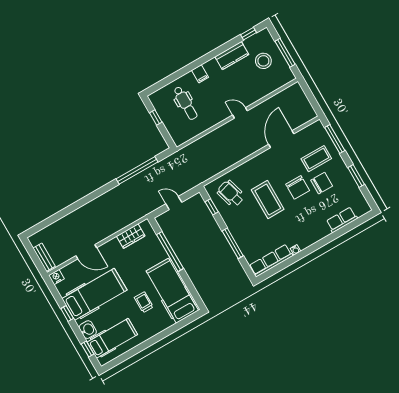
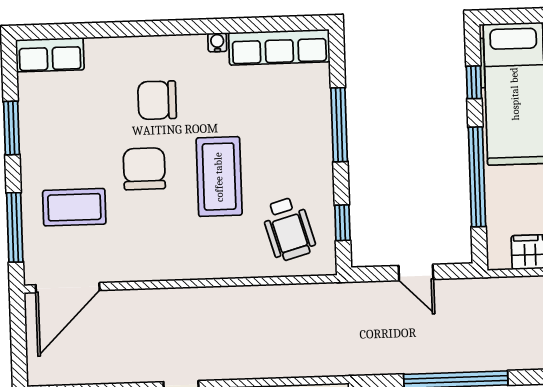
door: (281, 139) -> (68, 288), moved
chair: (322, 183) -> (157, 100), moved
row of seats: (342, 220) -> (50, 55), moved
window: (190, 287) -> (474, 82), added

